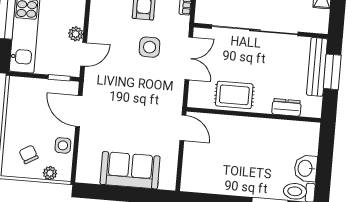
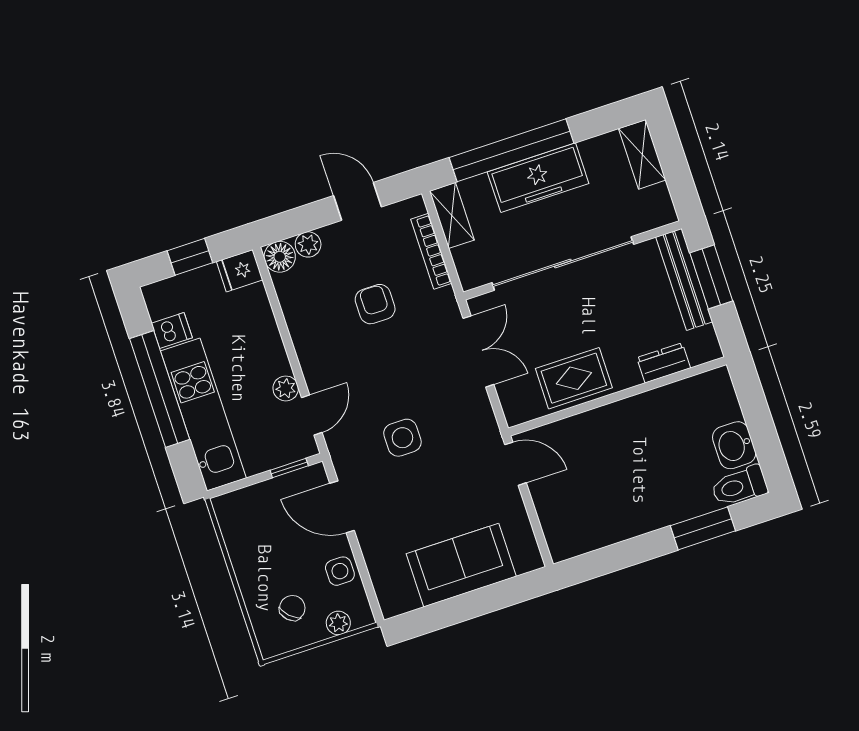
side table: (150, 47) -> (402, 438), moved
chair: (29, 154) -> (292, 608), turned 75

